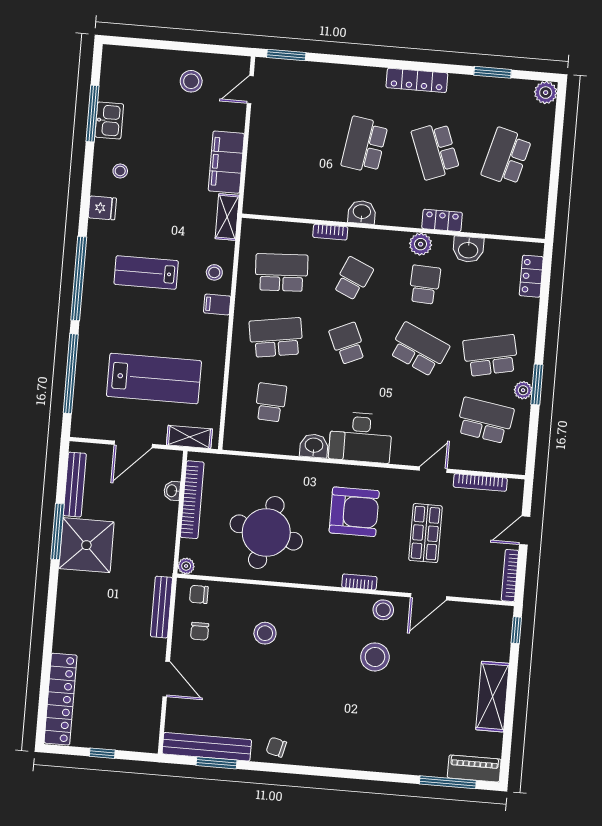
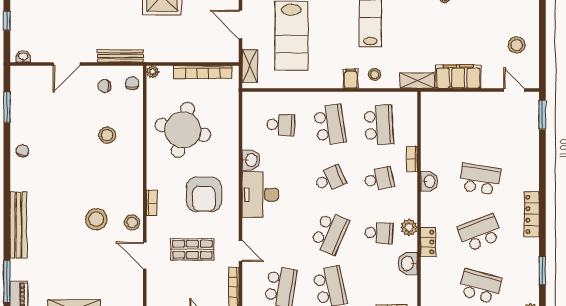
school desk: (353, 279) -> (379, 179), turned -36
washbasin: (172, 491) -> (23, 57), moved
bench: (207, 747) -> (18, 225), moved

